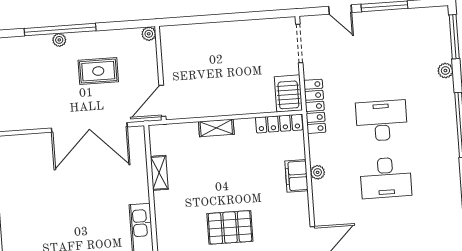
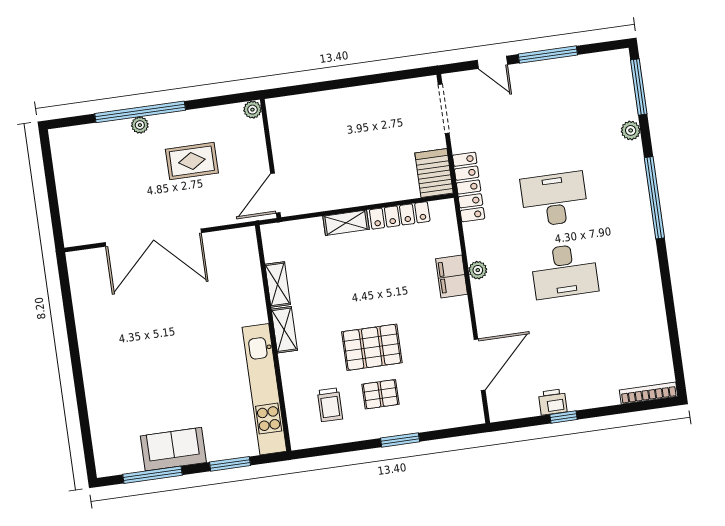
locker: (279, 124) -> (400, 215), moved
double door: (89, 127) -> (153, 238), moved
shelving: (162, 209) -> (284, 330), added

